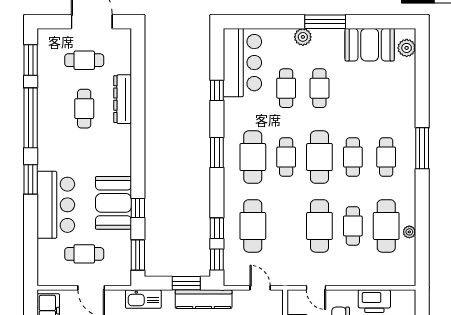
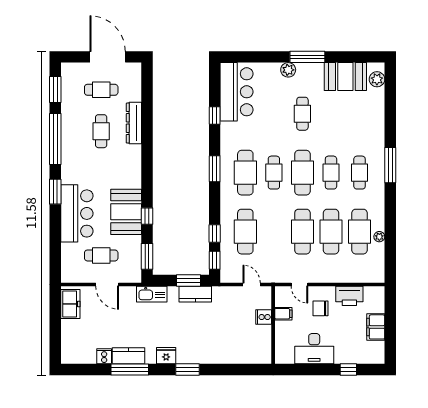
cafe table: (286, 88) -> (274, 114), removed
cafe table: (353, 226) -> (331, 232), width x1.37, depth x1.35
kitchen counter: (204, 299) -> (195, 294), width x0.67

